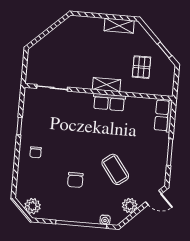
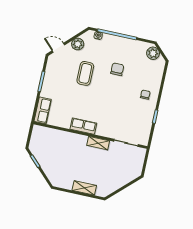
shelving: (119, 26) -> (84, 188), moved
pallet: (141, 67) -> (55, 150), removed
shelving: (106, 85) -> (98, 143), moved
coffee table: (115, 169) -> (85, 73), turned 37

